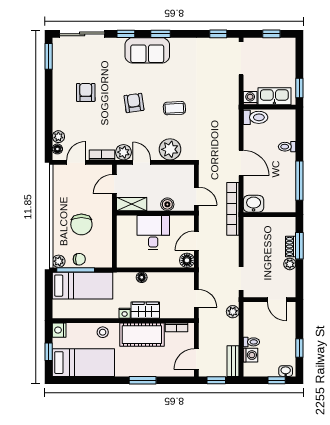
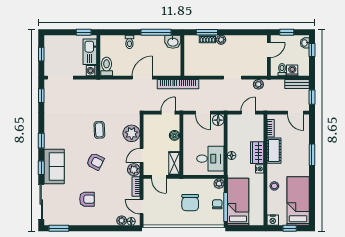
sofa: (147, 50) -> (54, 166), moved
armchair: (86, 92) -> (87, 199), turned 180
armchair: (134, 103) -> (95, 162), turned -145
washbasin: (254, 204) -> (173, 42), moved, turned -90
chair: (81, 224) -> (190, 203), turned 90
desk: (153, 233) -> (210, 159), moved, turned 180
plant: (59, 261) -> (219, 184), moved
wall: (270, 300) -> (269, 56), moved
door: (277, 300) -> (269, 50), moved
cot: (142, 335) -> (274, 151), width x0.73, depth x0.75

